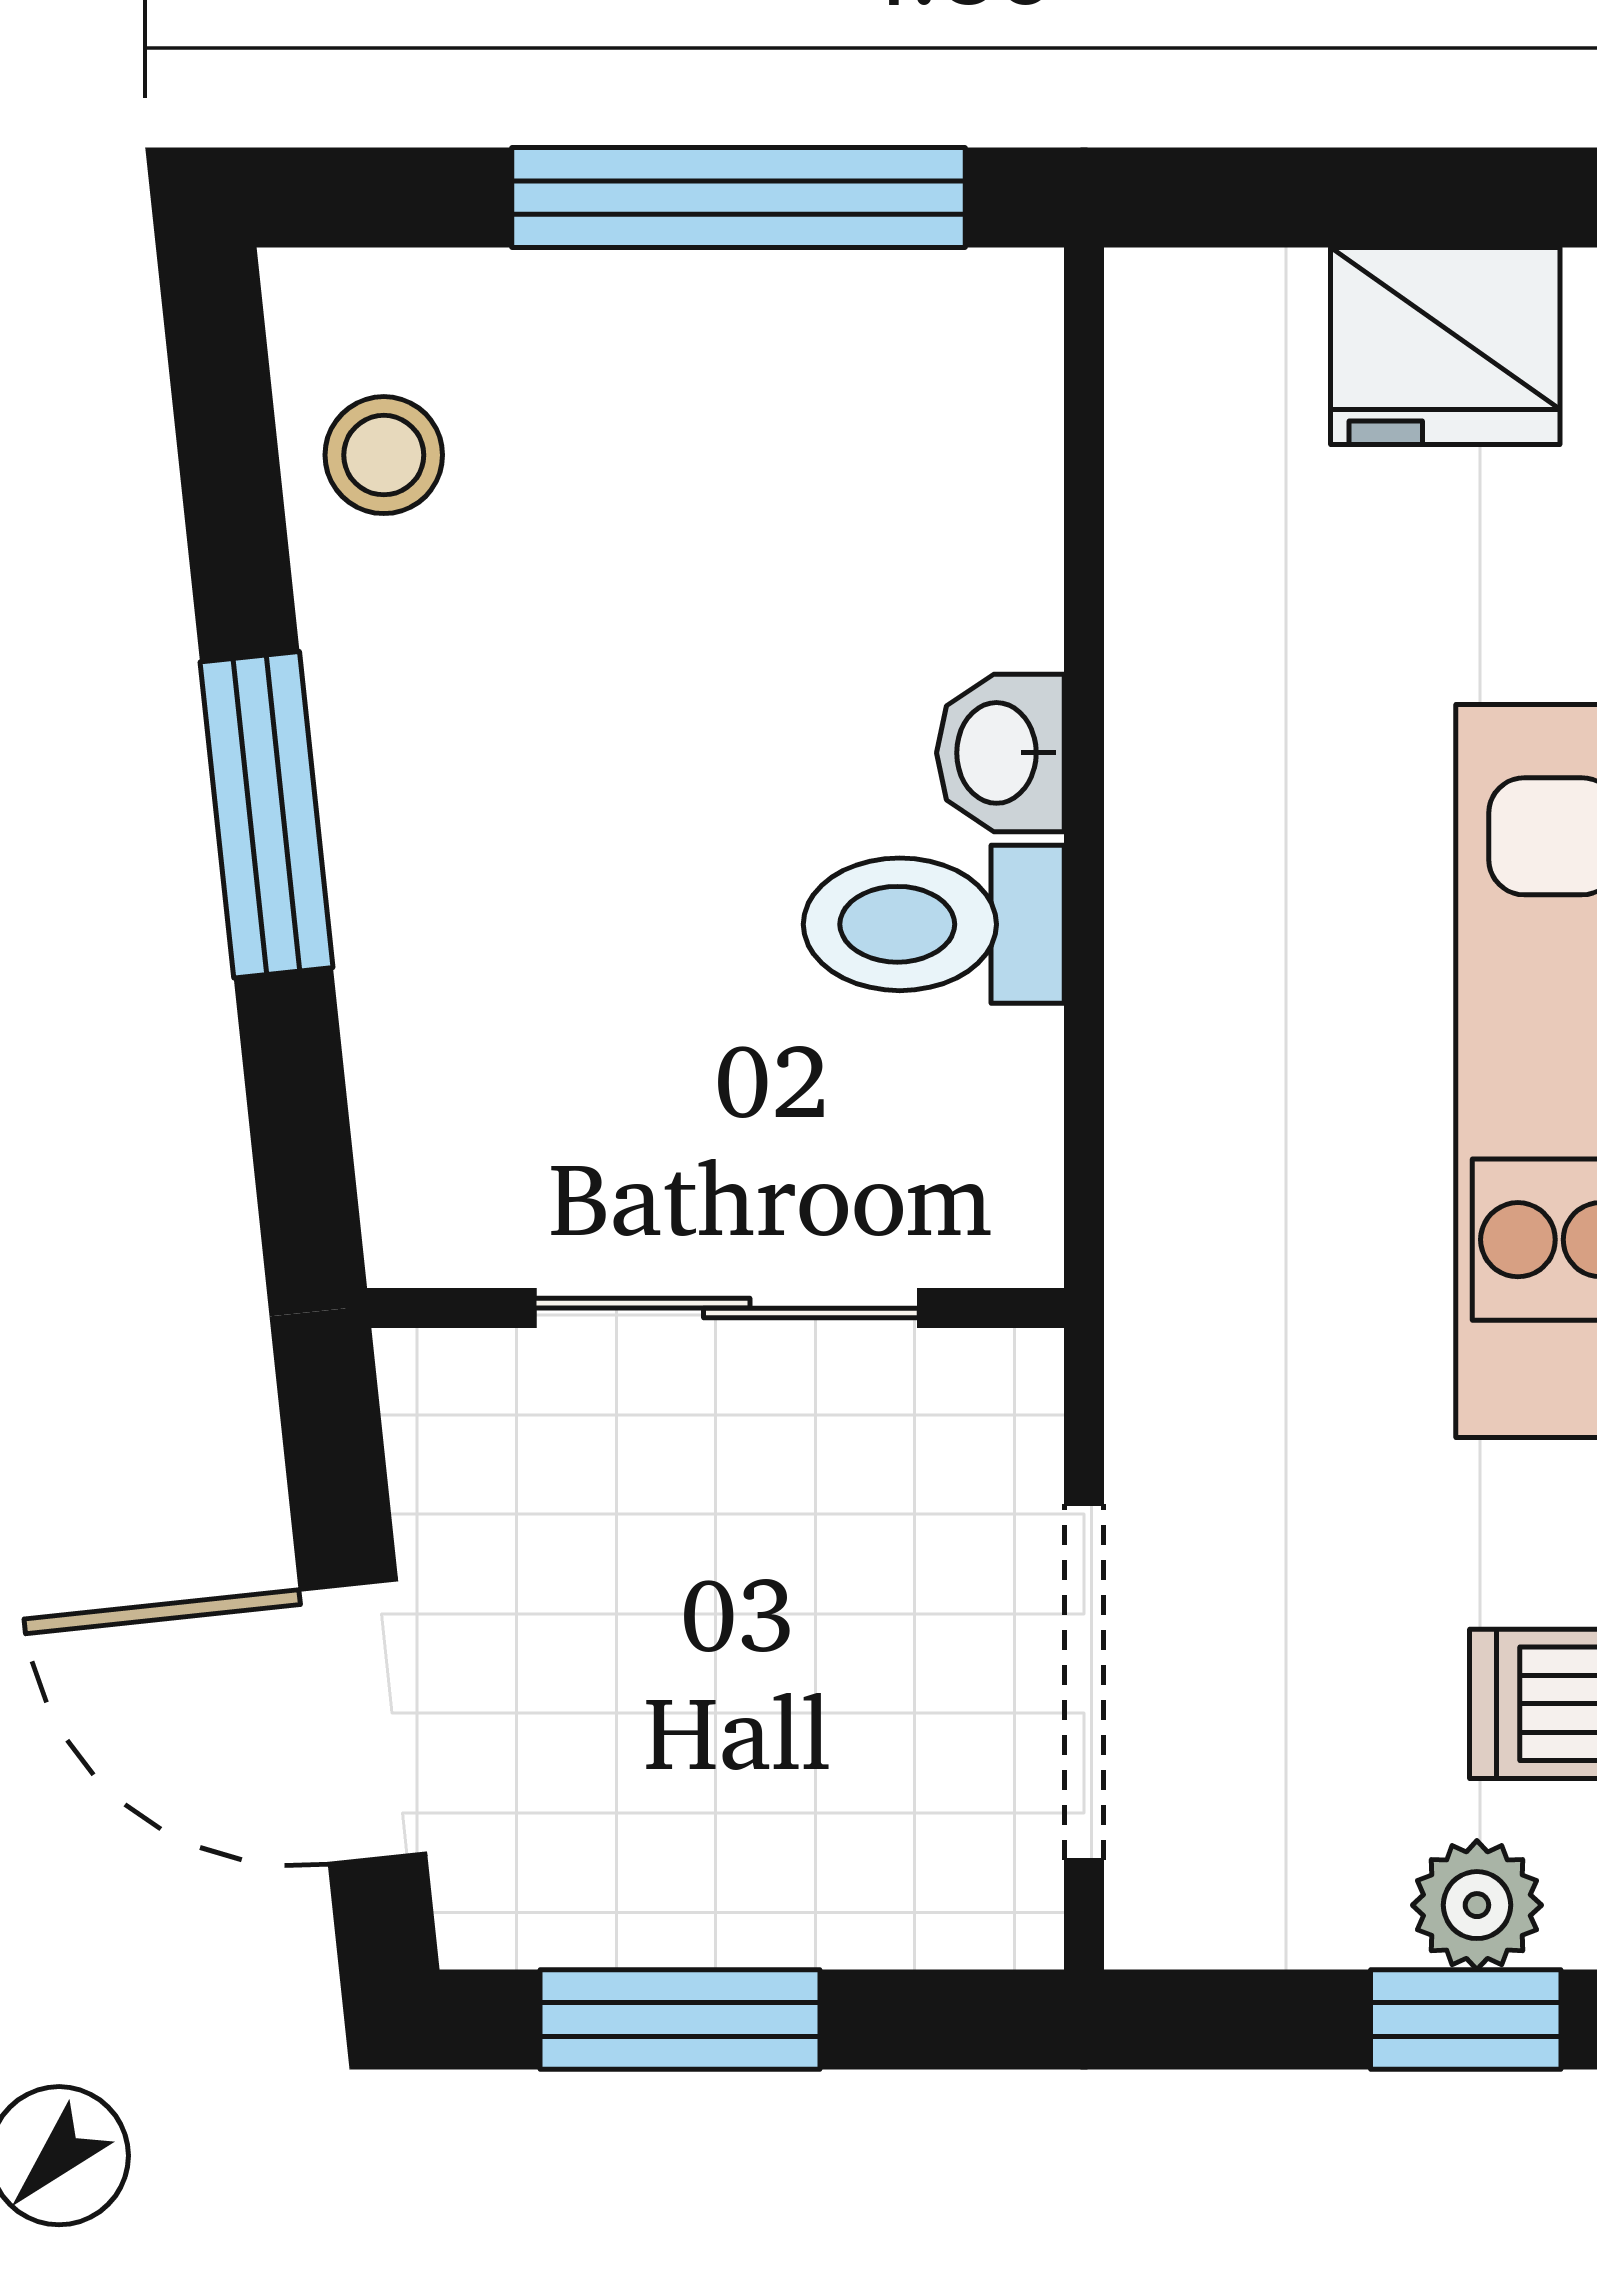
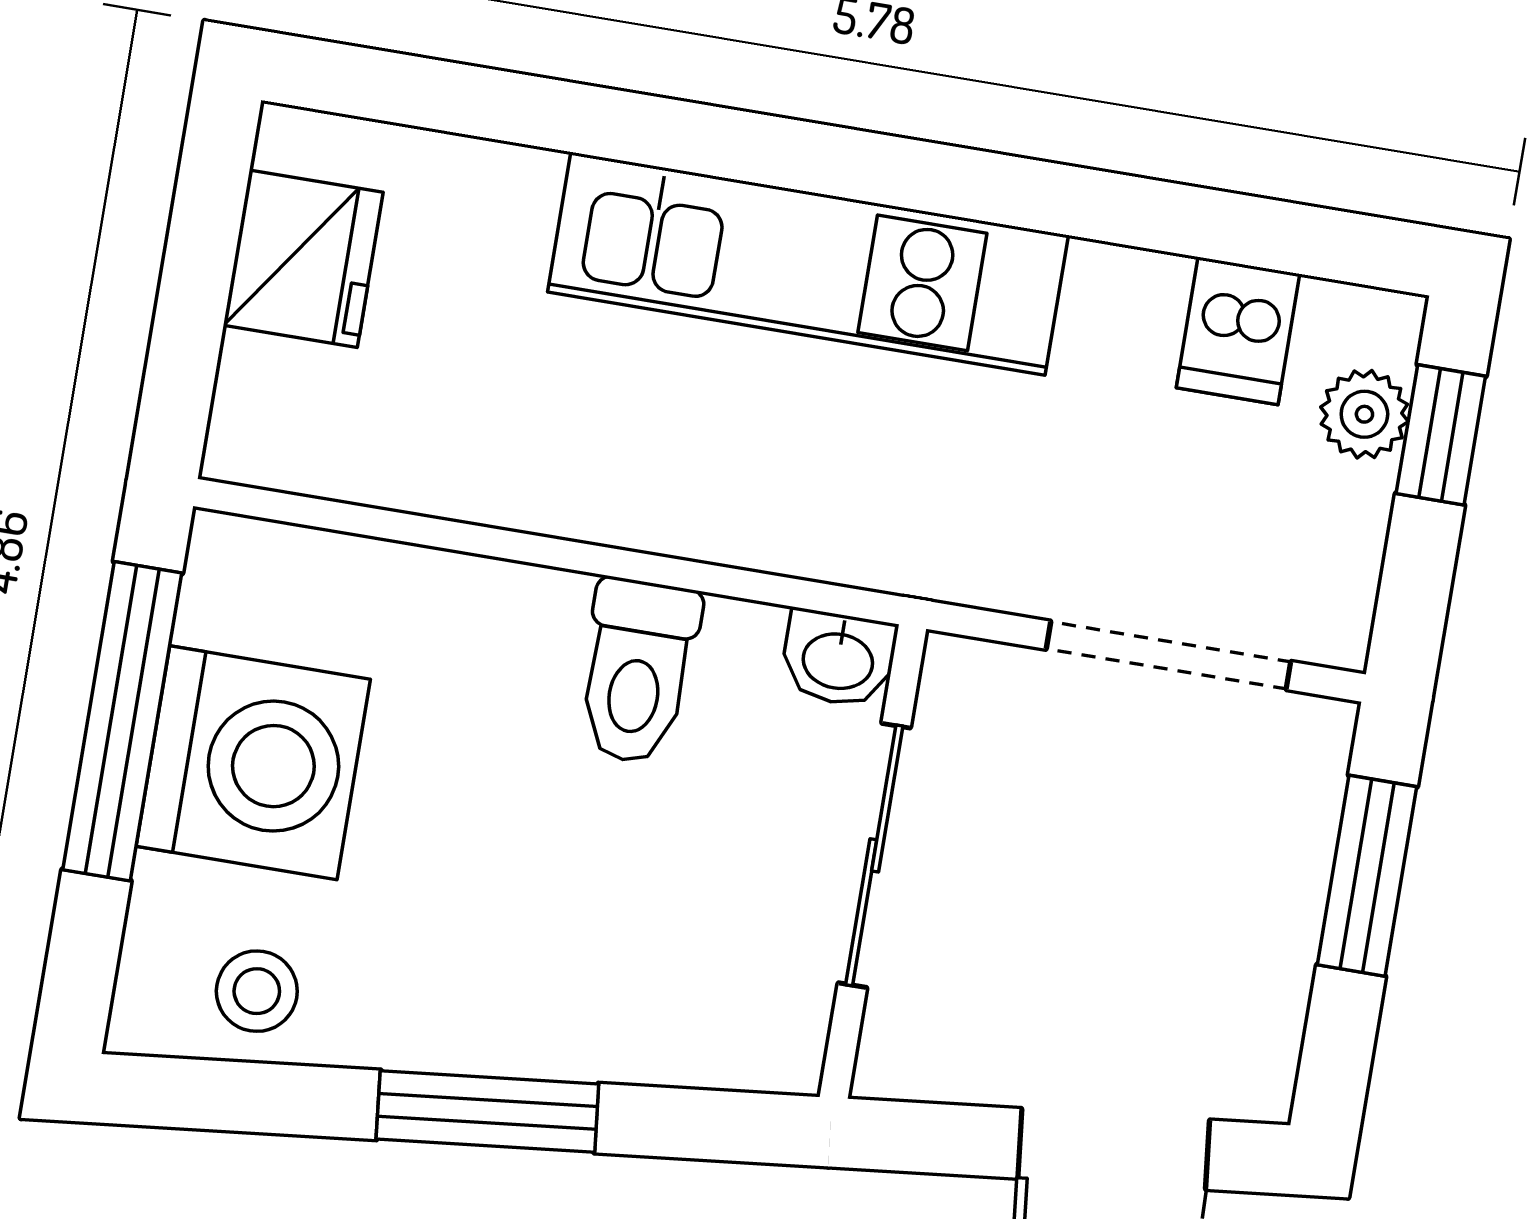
washing machine: (711, 395) -> (253, 763), added
washbasin: (1000, 753) -> (838, 659), moved
window: (680, 2020) -> (1367, 876), moved

